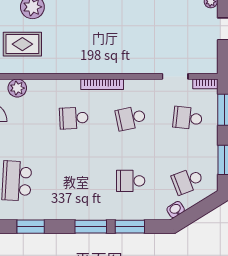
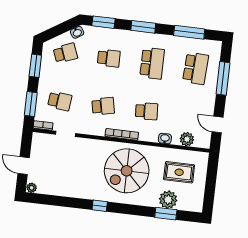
spiral stairs: (90, 38) -> (127, 171), added
washbasin: (46, 85) -> (165, 139), added
school desk: (74, 181) -> (152, 63), added
window: (31, 227) -> (189, 32), width x1.44
window: (130, 227) -> (104, 22), moved

